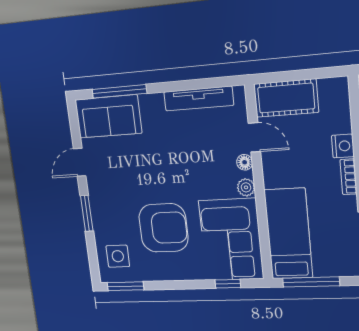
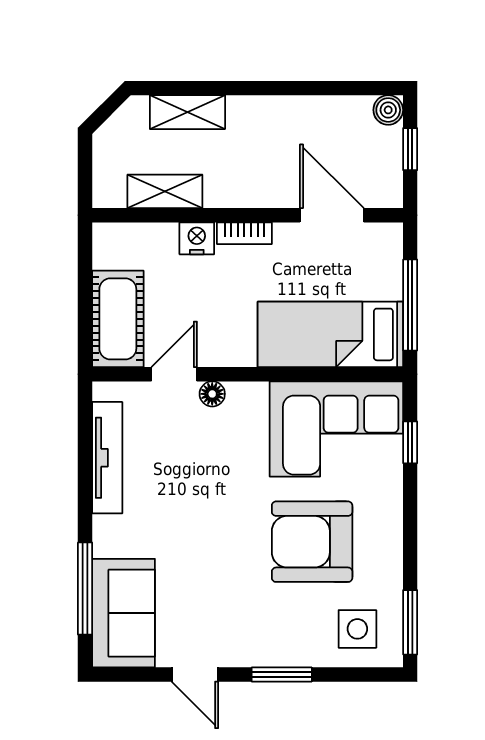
plant: (246, 187) -> (252, 396), removed
armchair: (163, 228) -> (312, 542), turned -90

